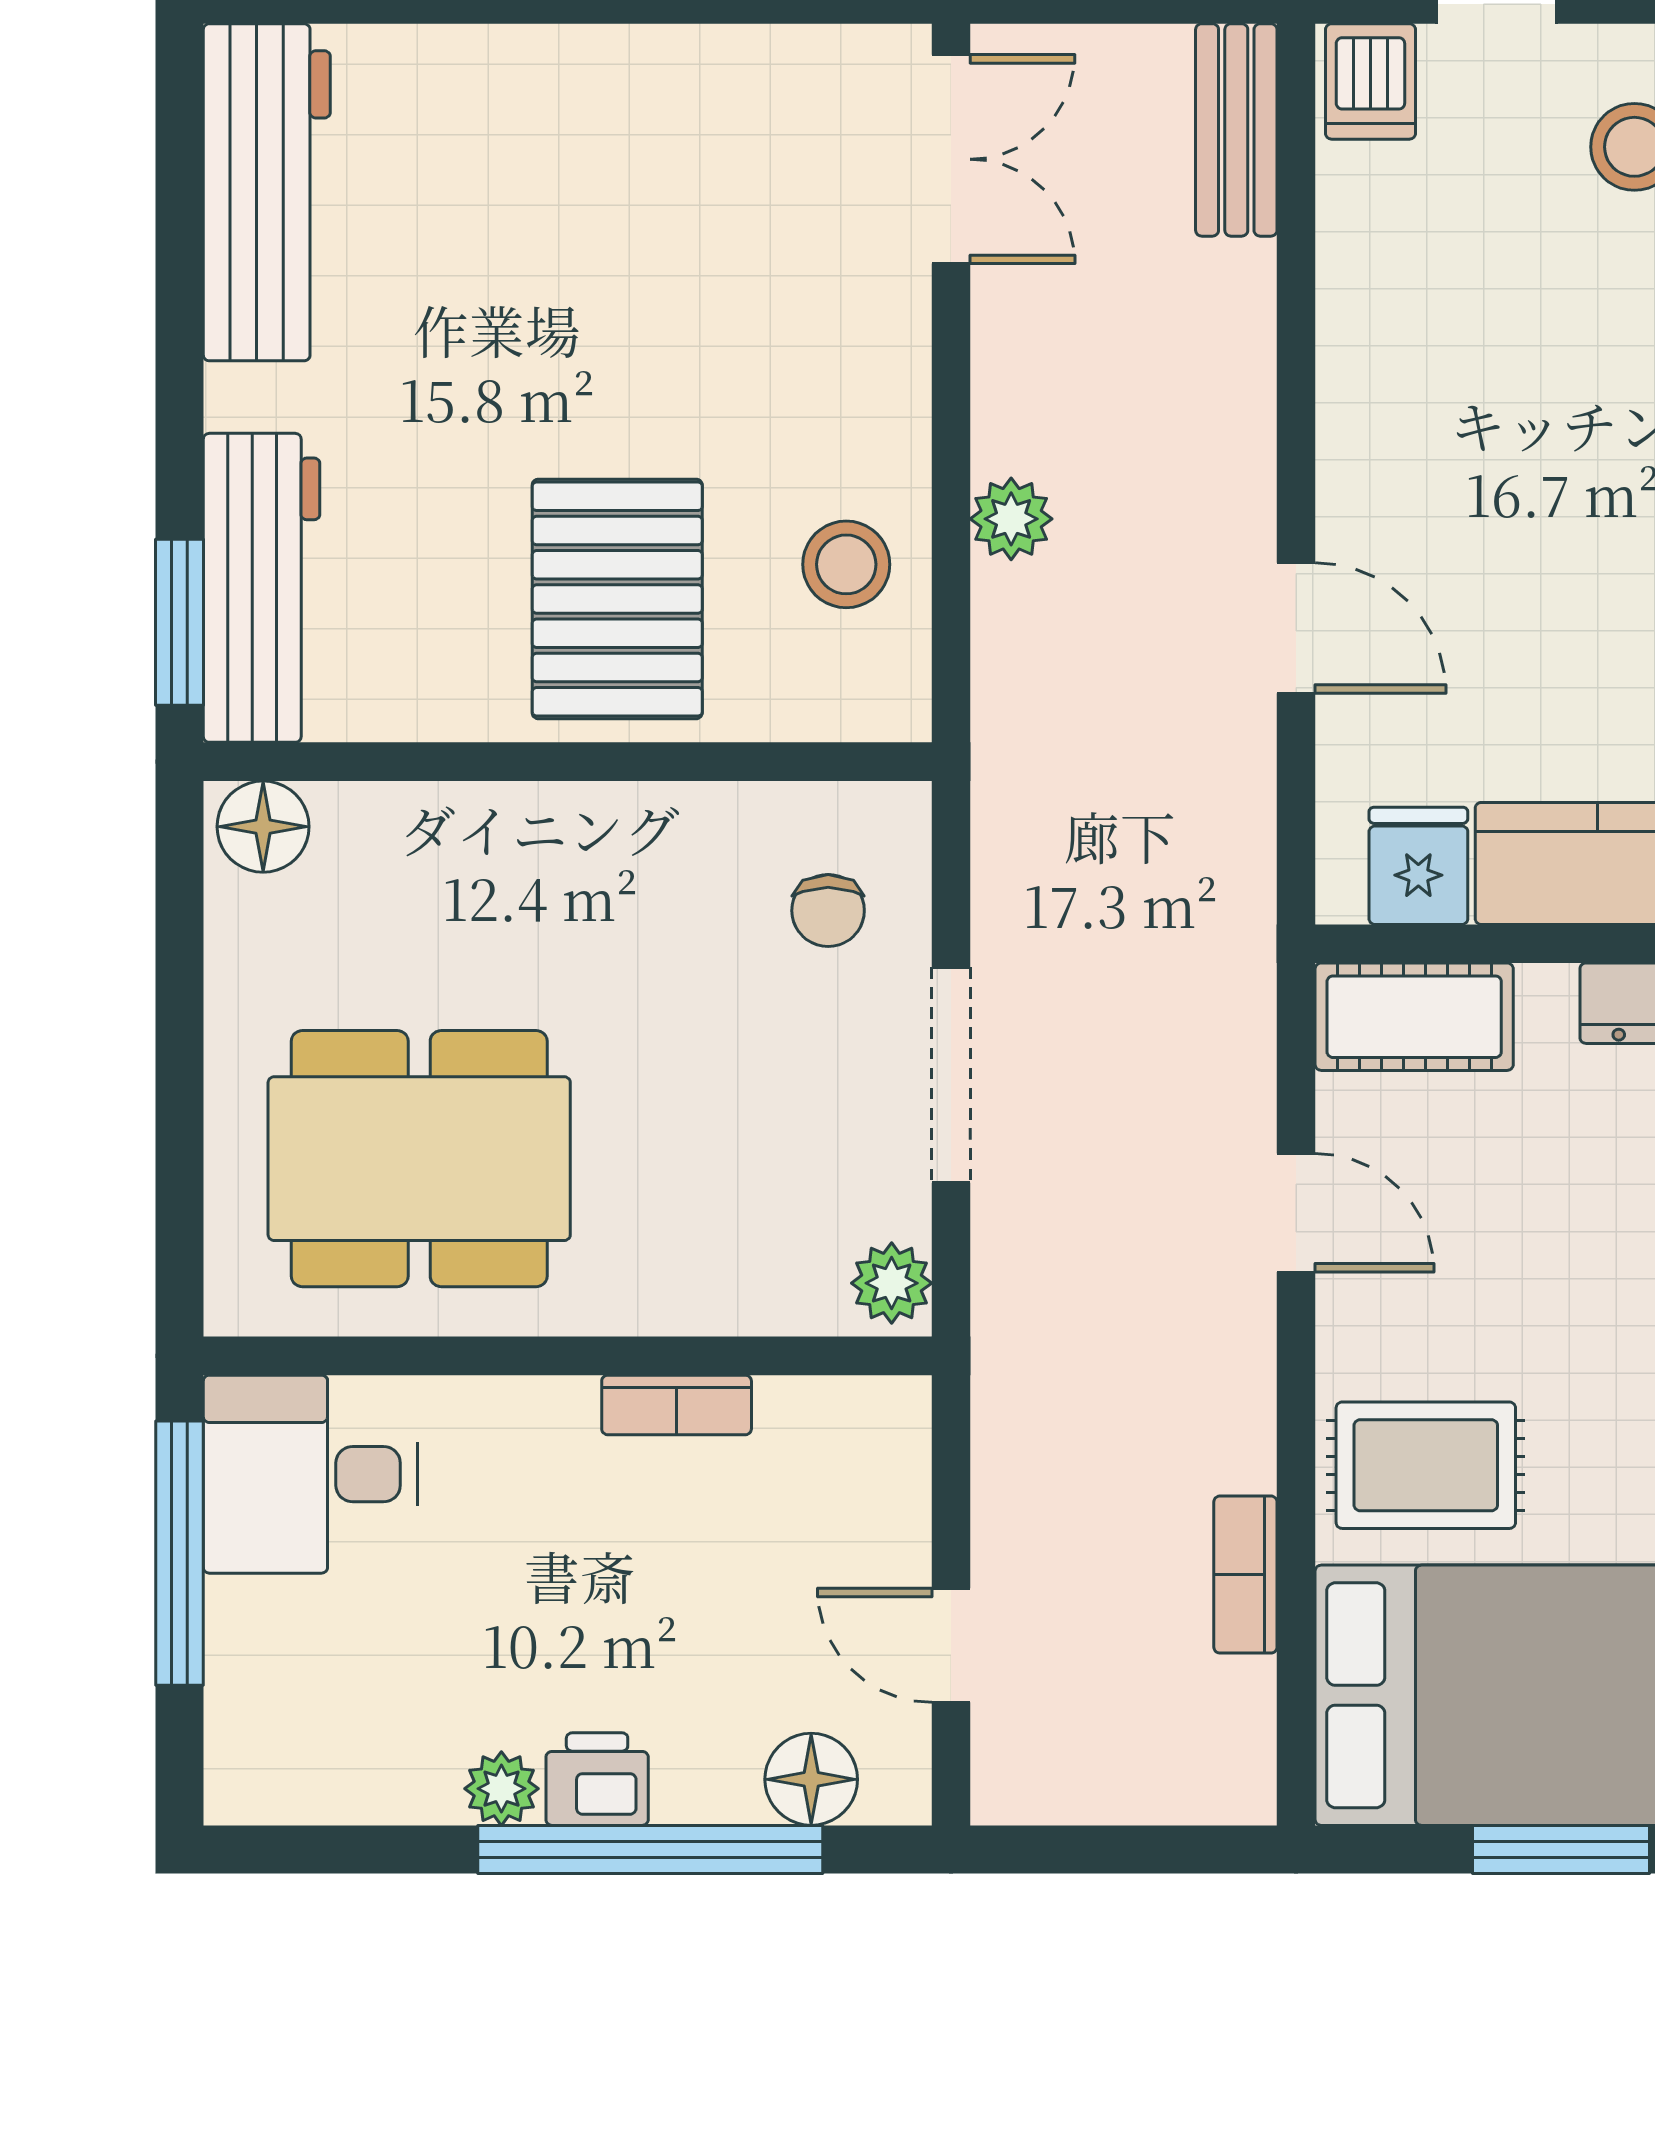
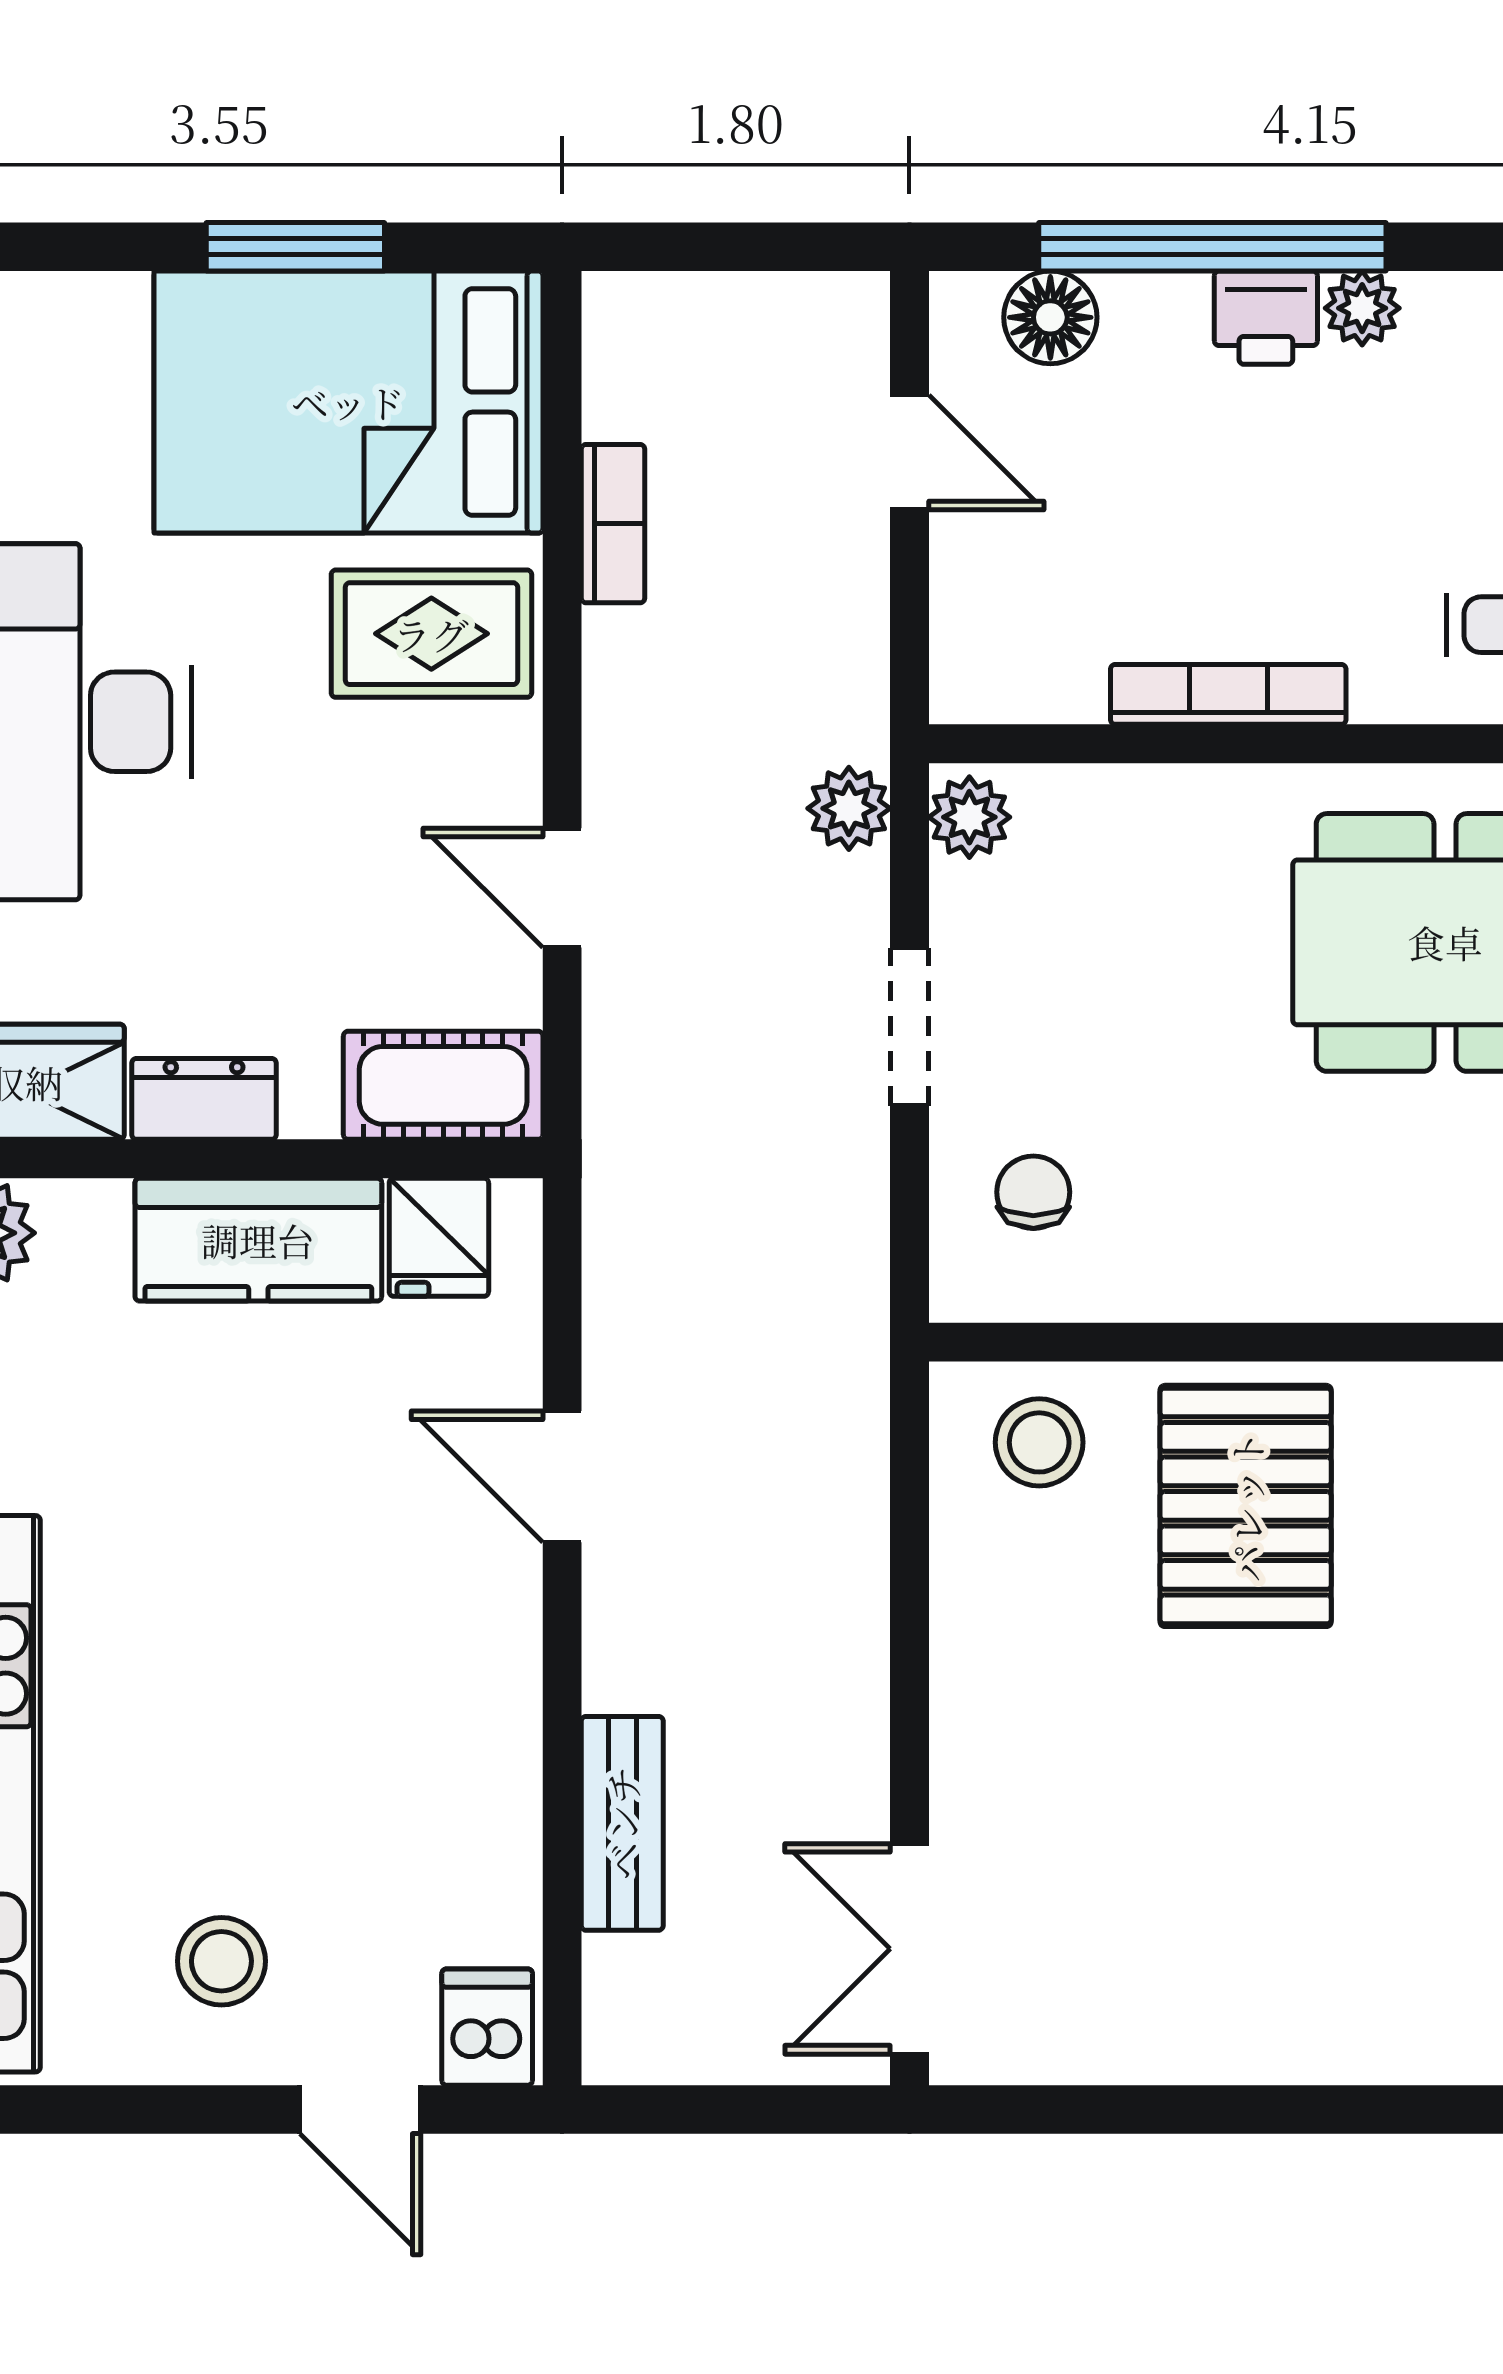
bench: (1236, 130) -> (622, 1823), moved
plant: (1011, 519) -> (849, 808), moved
stool: (846, 564) -> (1039, 1442), moved
doorway: (951, 1075) -> (909, 1027), width x0.73
bookcase: (677, 1405) -> (1228, 694), width x1.56

